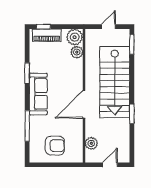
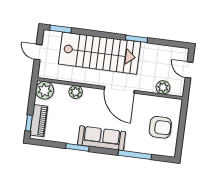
plant: (77, 52) -> (76, 92), moved
armchair: (55, 146) -> (160, 127), turned 90

